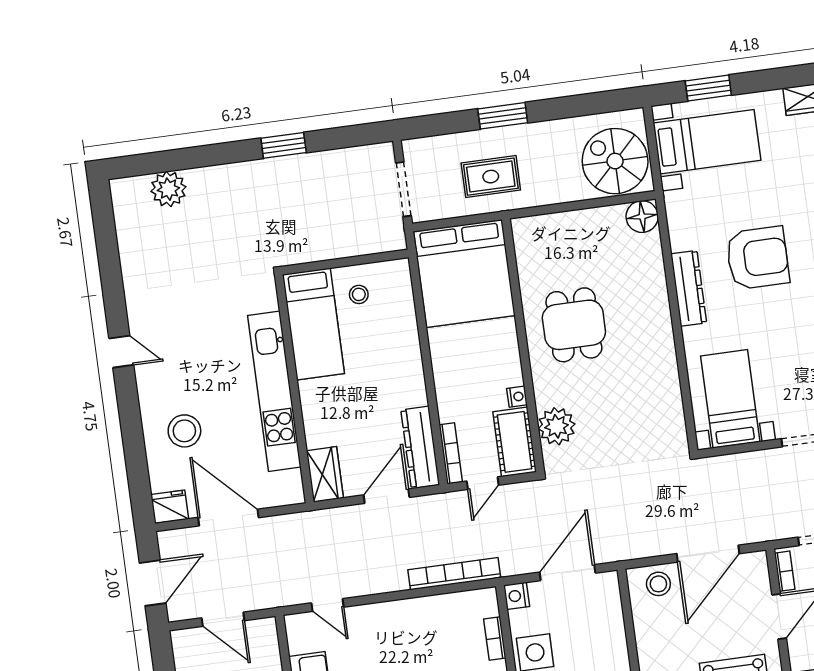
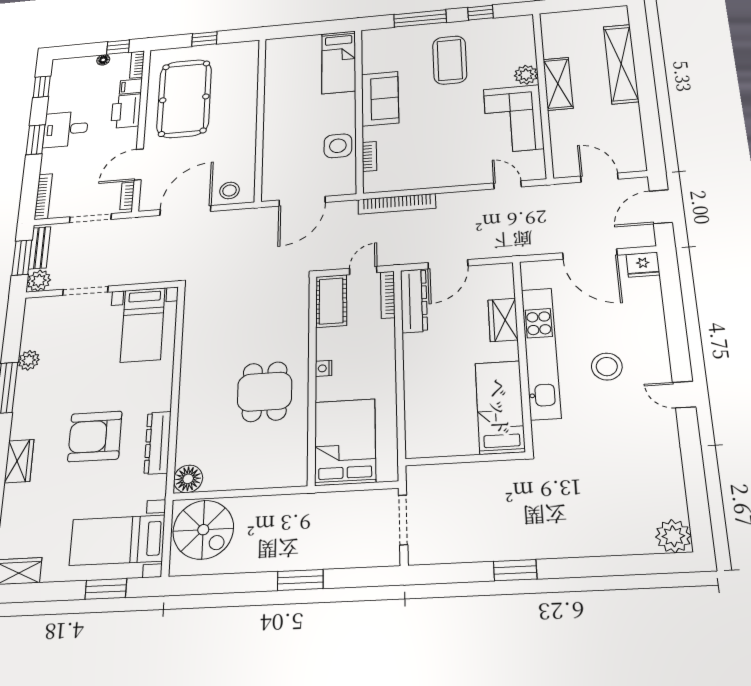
rug: (491, 177) -> (320, 525), removed
plant: (168, 189) -> (673, 536), moved
bed: (464, 274) -> (345, 442), width x0.73
dresser: (689, 288) -> (158, 443), moved
stool: (359, 294) -> (455, 430), removed
nightstand: (517, 397) -> (324, 368), moved
plant: (557, 426) -> (293, 311), removed
stool: (184, 431) -> (607, 367), moved
wardrobe: (325, 474) -> (503, 320), moved
nightstand: (517, 596) -> (347, 186), removed

